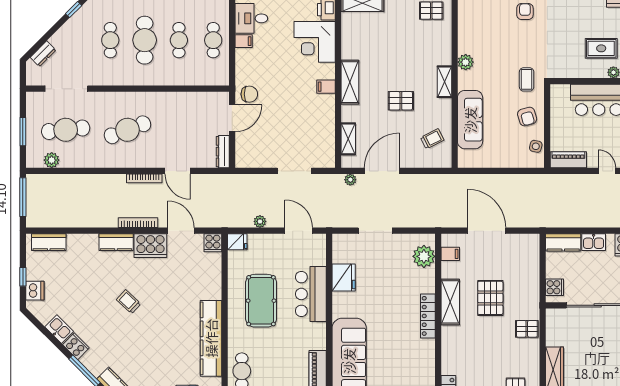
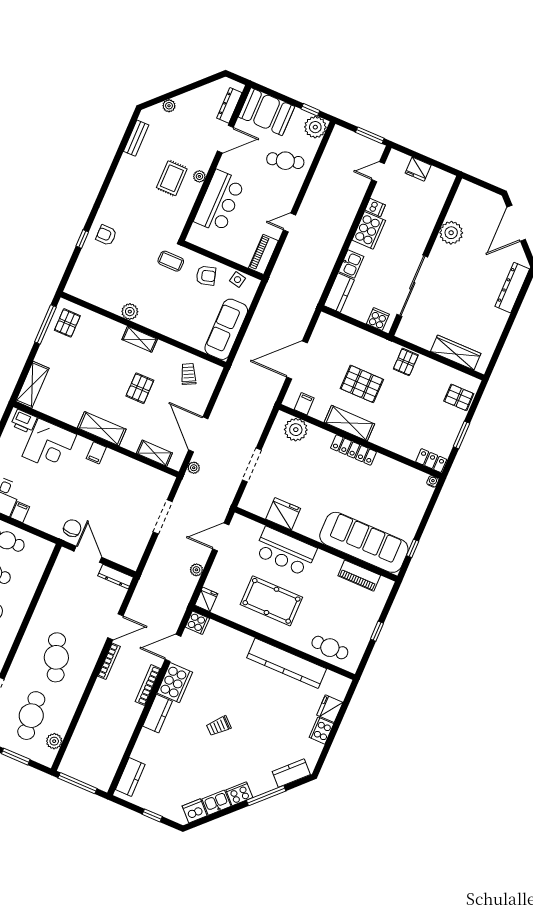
sofa: (470, 120) -> (226, 329), moved, turned -90
dishwasher: (35, 291) -> (195, 811), moved, turned -45

